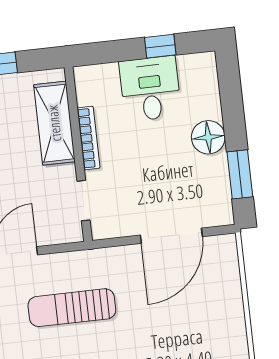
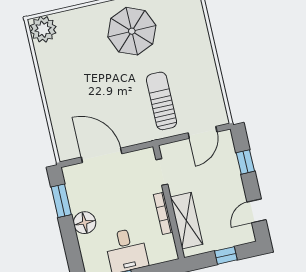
door: (171, 236) -> (102, 155), hinge flipped
sun lounger: (72, 308) -> (162, 101), turned -90

